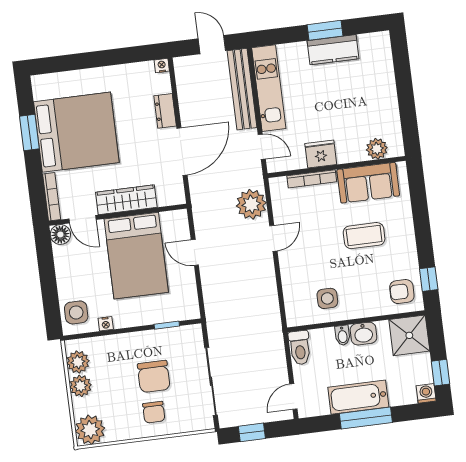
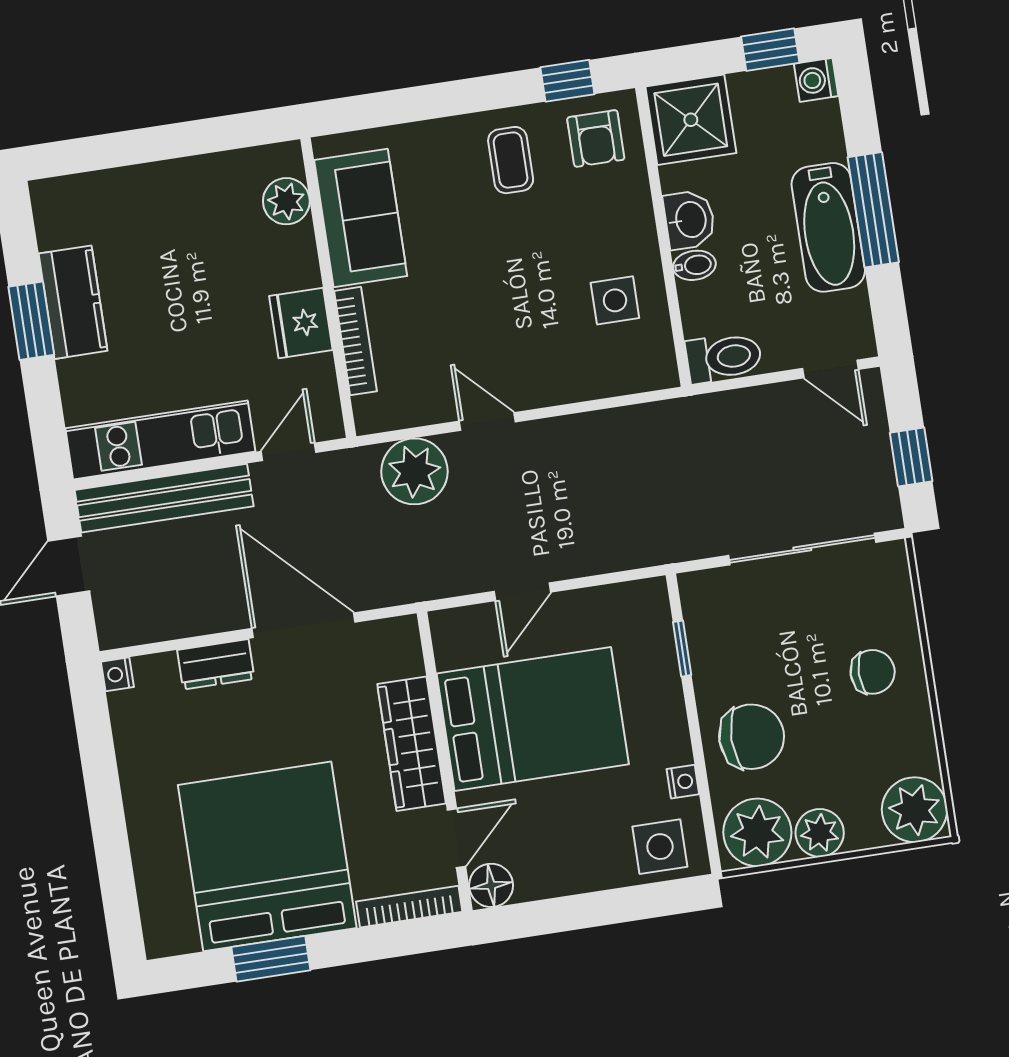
coffee table: (364, 236) -> (511, 160), moved, width x0.73, depth x0.77
plant: (78, 362) -> (757, 832), width x1.36, depth x1.36
chair: (154, 376) -> (752, 737), moved

